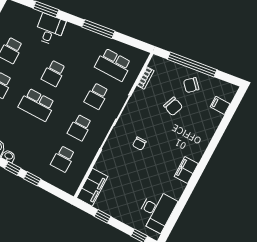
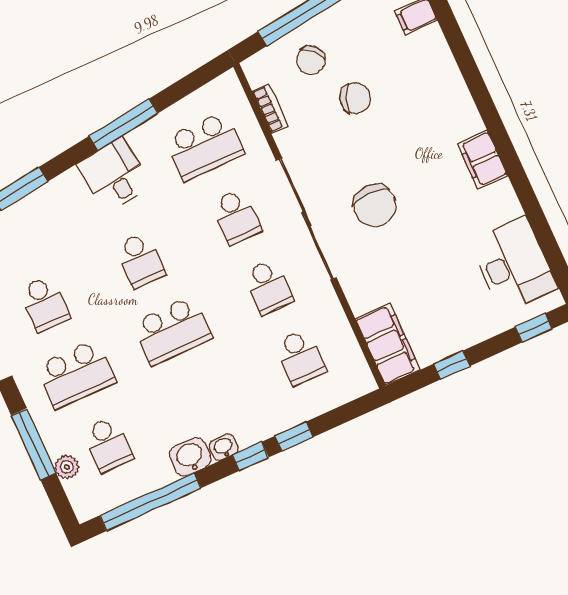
desk: (50, 29) -> (114, 175), moved
chair: (191, 85) -> (311, 60), moved
chair: (139, 144) -> (375, 205), width x1.87, depth x1.87

